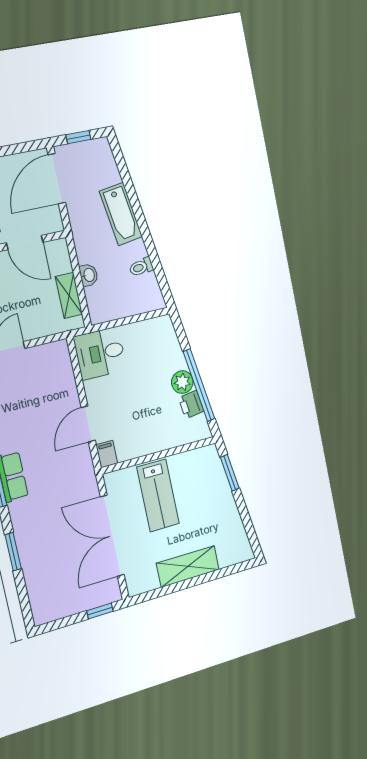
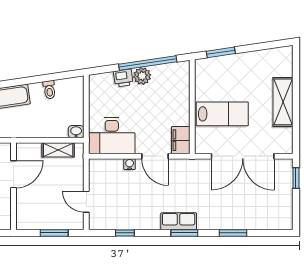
washbasin: (89, 275) -> (76, 132), moved
desk: (100, 353) -> (112, 136), width x1.37
water cooler: (71, 393) -> (130, 164), added
printer: (191, 405) -> (123, 78), moved
filing cabinet: (107, 454) -> (181, 140), width x2.00

